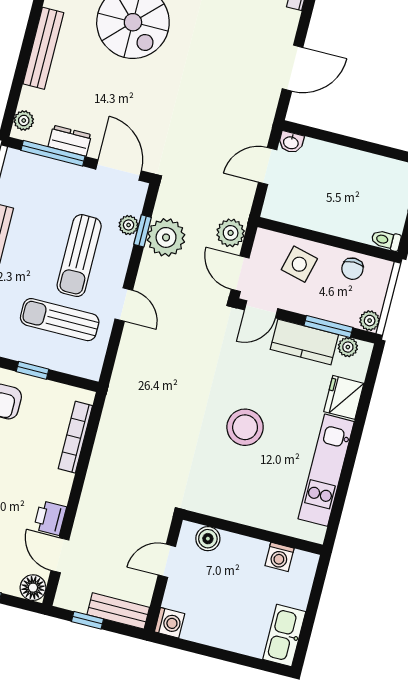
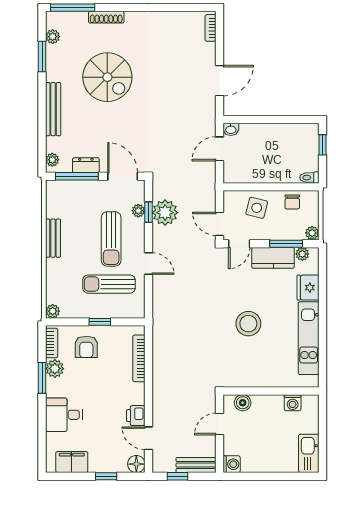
plant: (231, 233) -> (206, 199), removed

